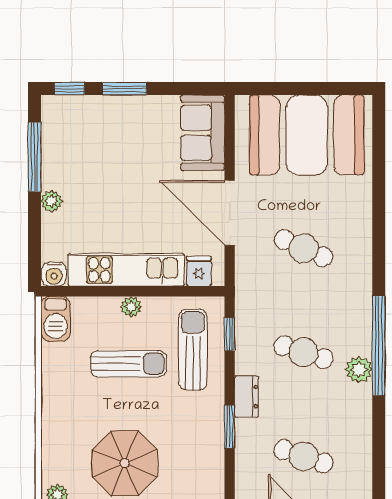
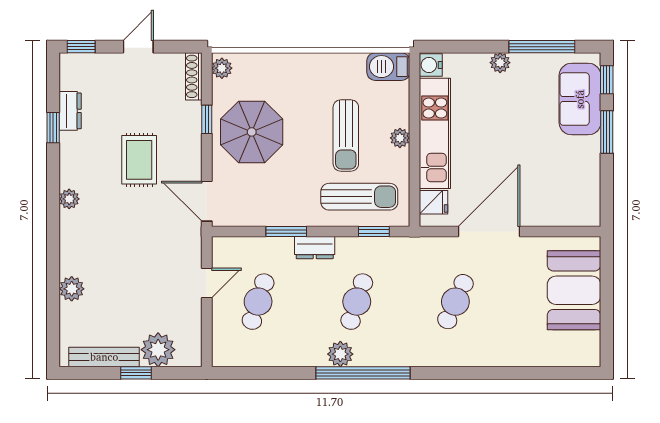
sofa: (203, 133) -> (580, 99), moved, turned -90
booth: (307, 135) -> (574, 290), width x0.73, depth x0.70

